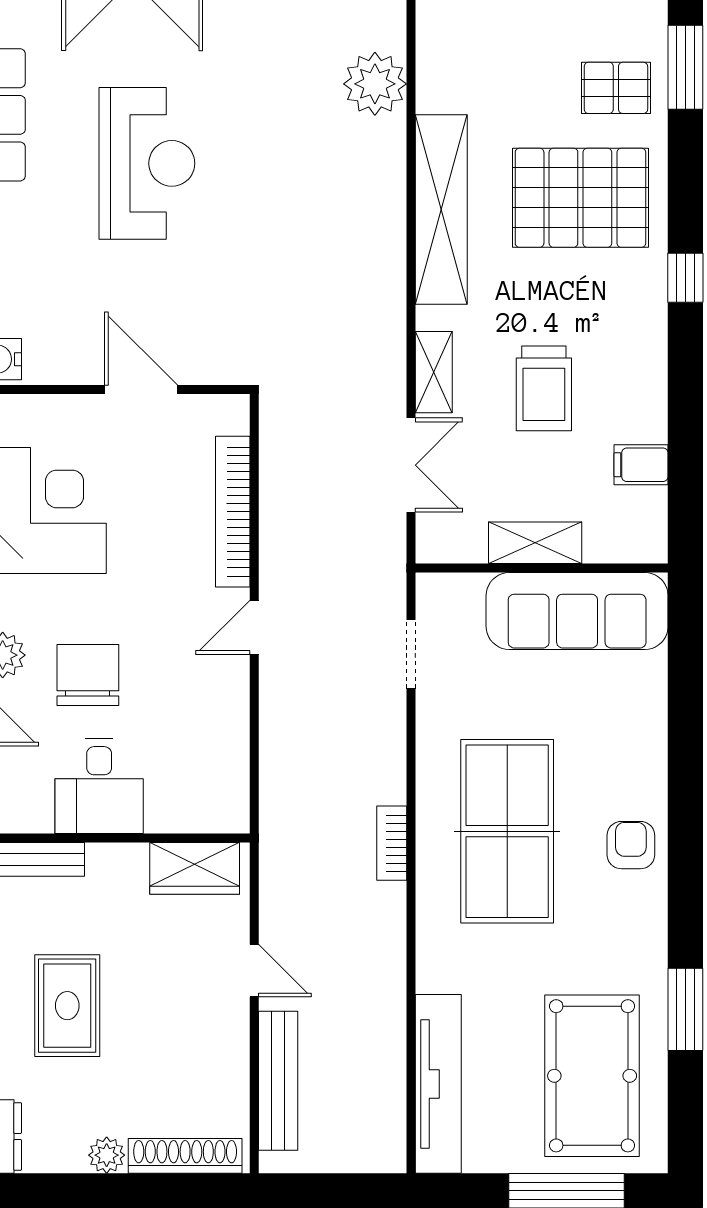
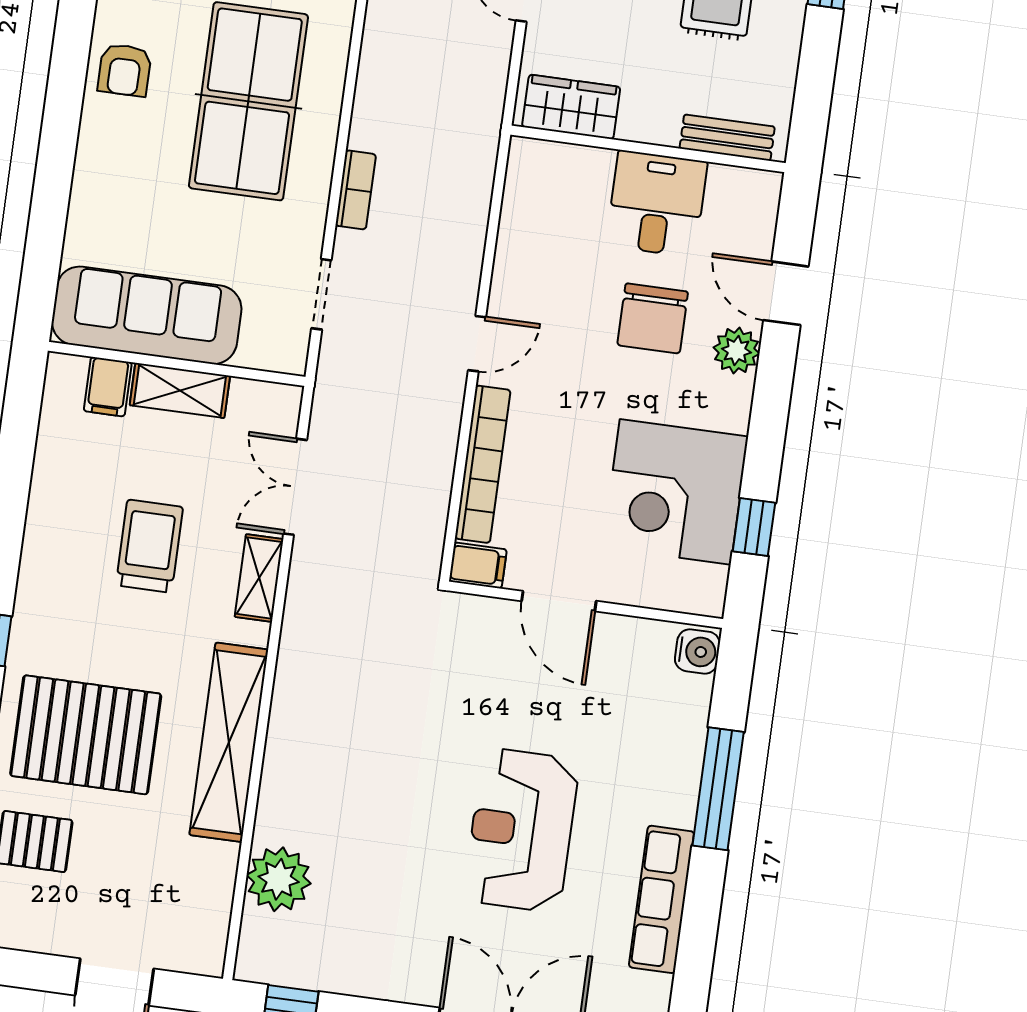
filing cabinet: (224, 413) -> (478, 565), added
filing cabinet: (641, 465) -> (108, 387), moved, turned 90
bookcase: (392, 843) -> (356, 190), moved

